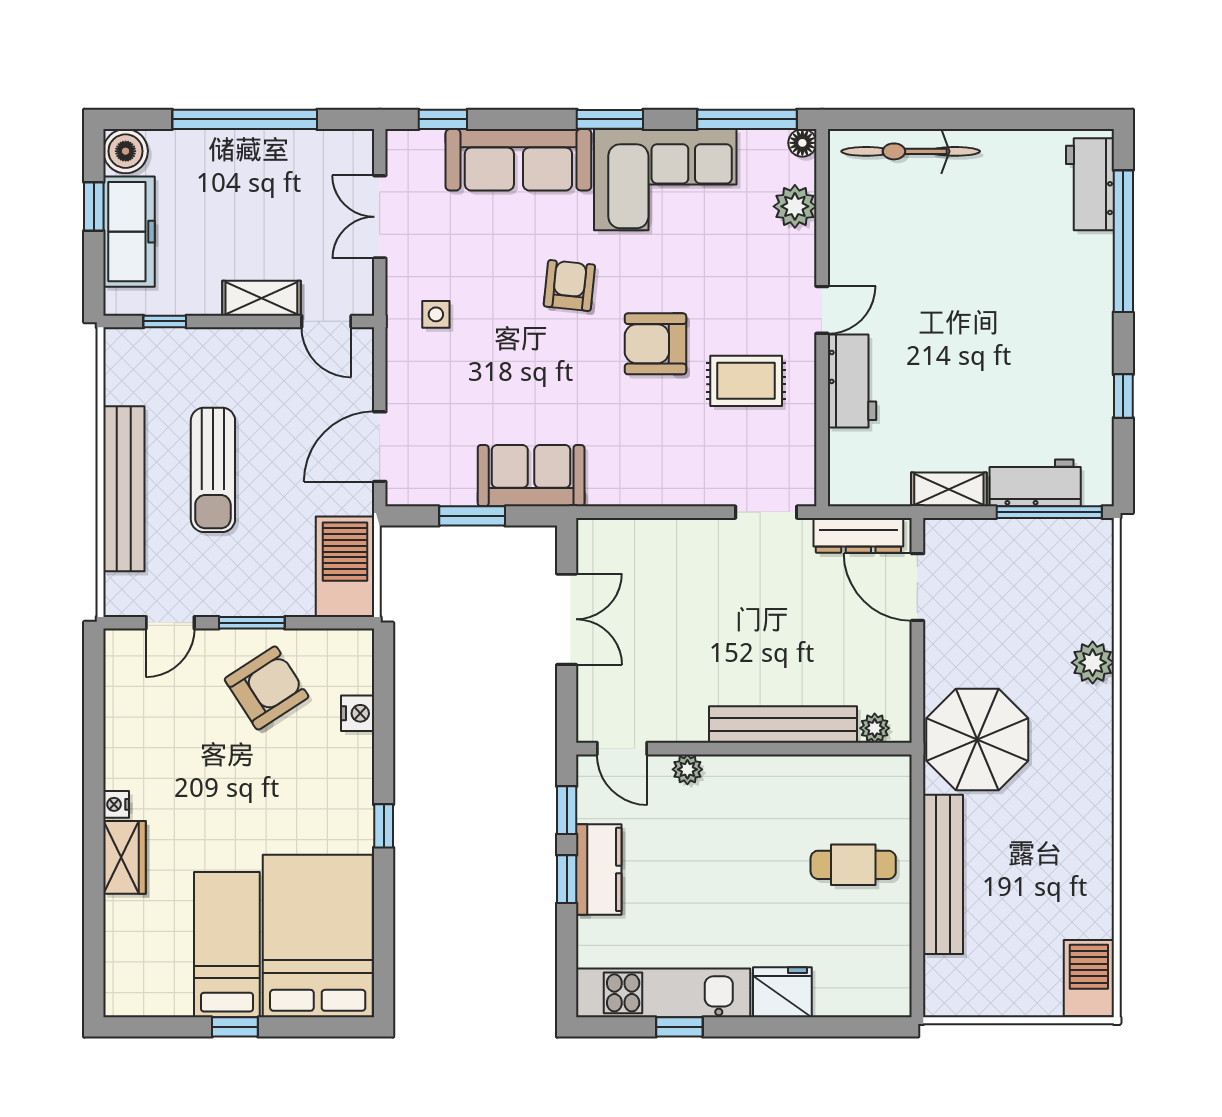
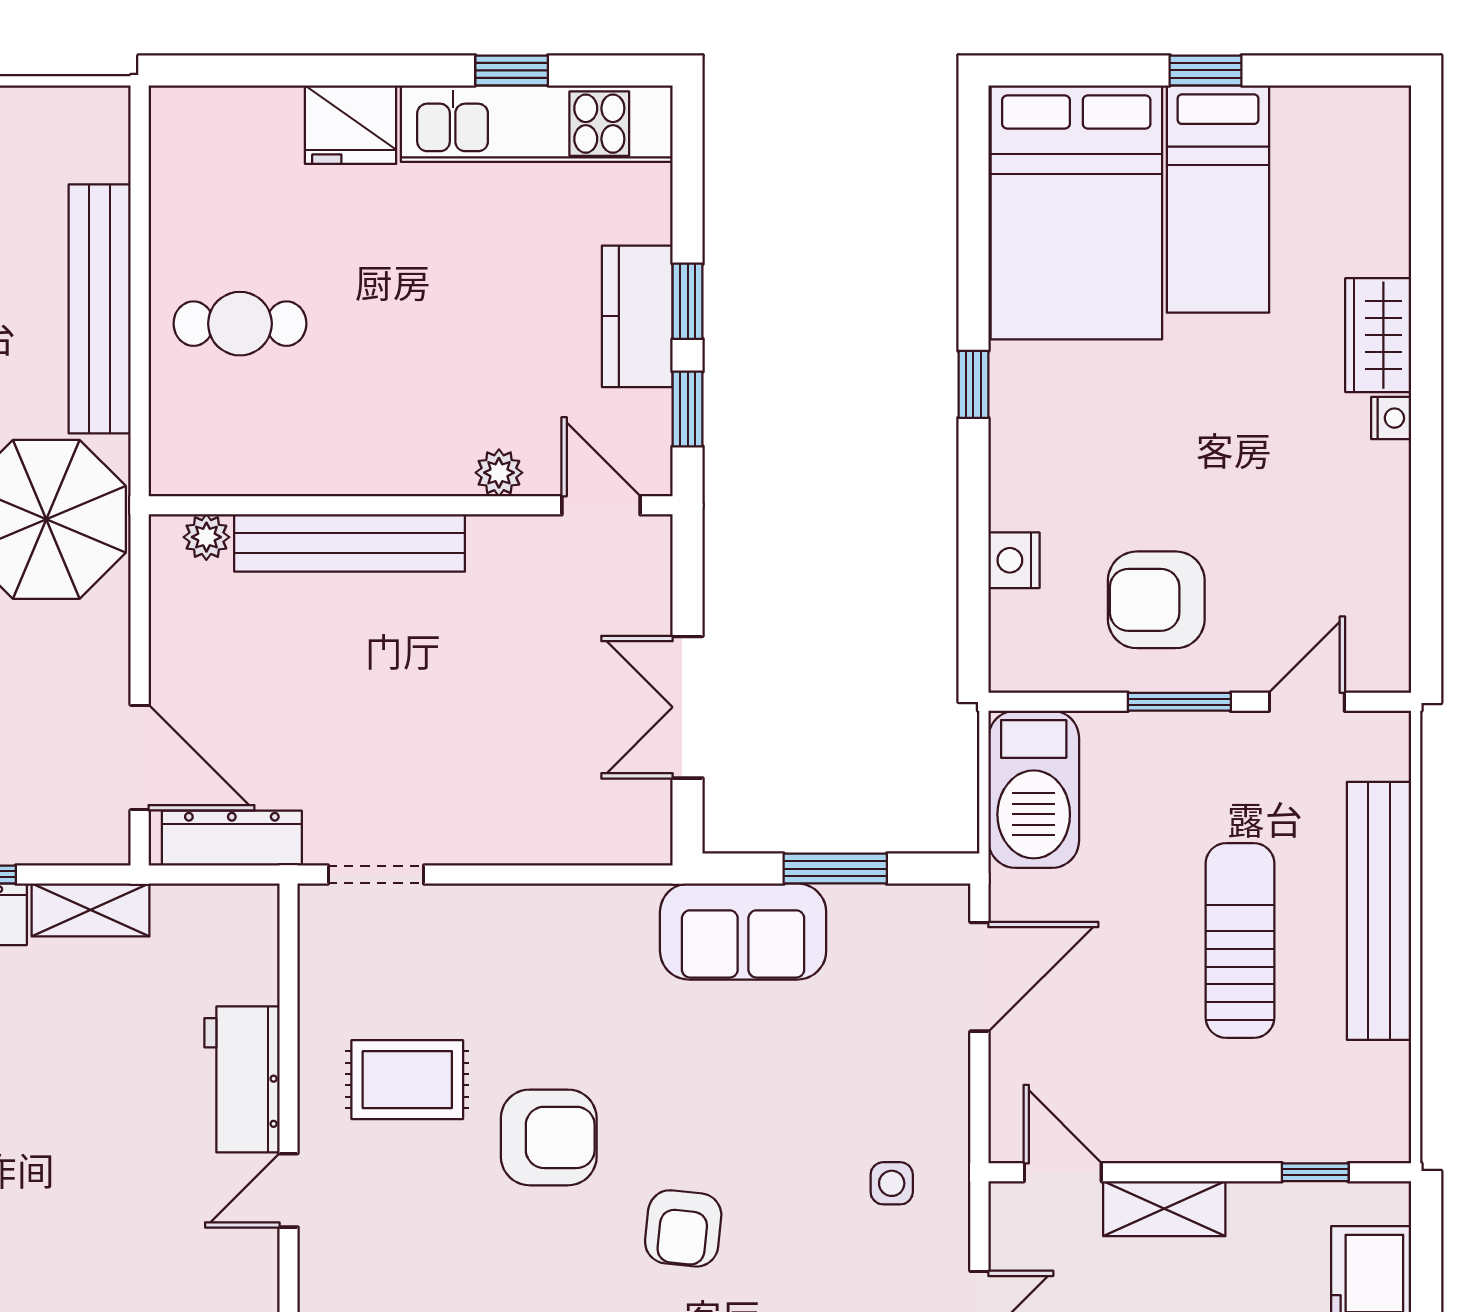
armchair: (267, 688) -> (1156, 600), turned 33

